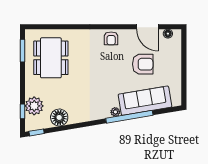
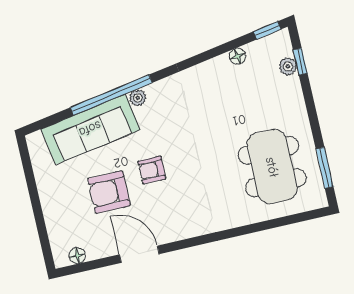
door: (147, 27) -> (139, 254), moved
armchair: (111, 38) -> (152, 170), moved, turned -90
plant: (34, 106) -> (288, 66), width x0.53, depth x0.53
floor lamp: (59, 117) -> (238, 56), width x0.53, depth x0.53

